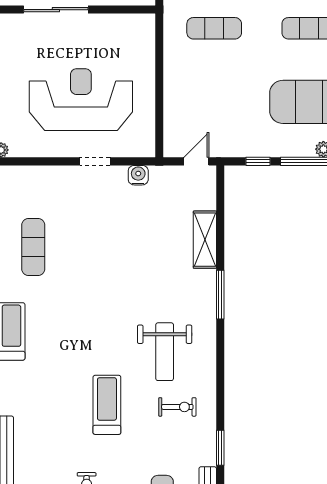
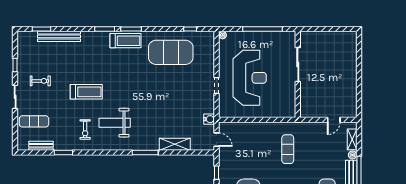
water cooler: (138, 175) -> (209, 119), moved
exercise mat: (33, 247) -> (171, 52), width x2.00, depth x1.45

